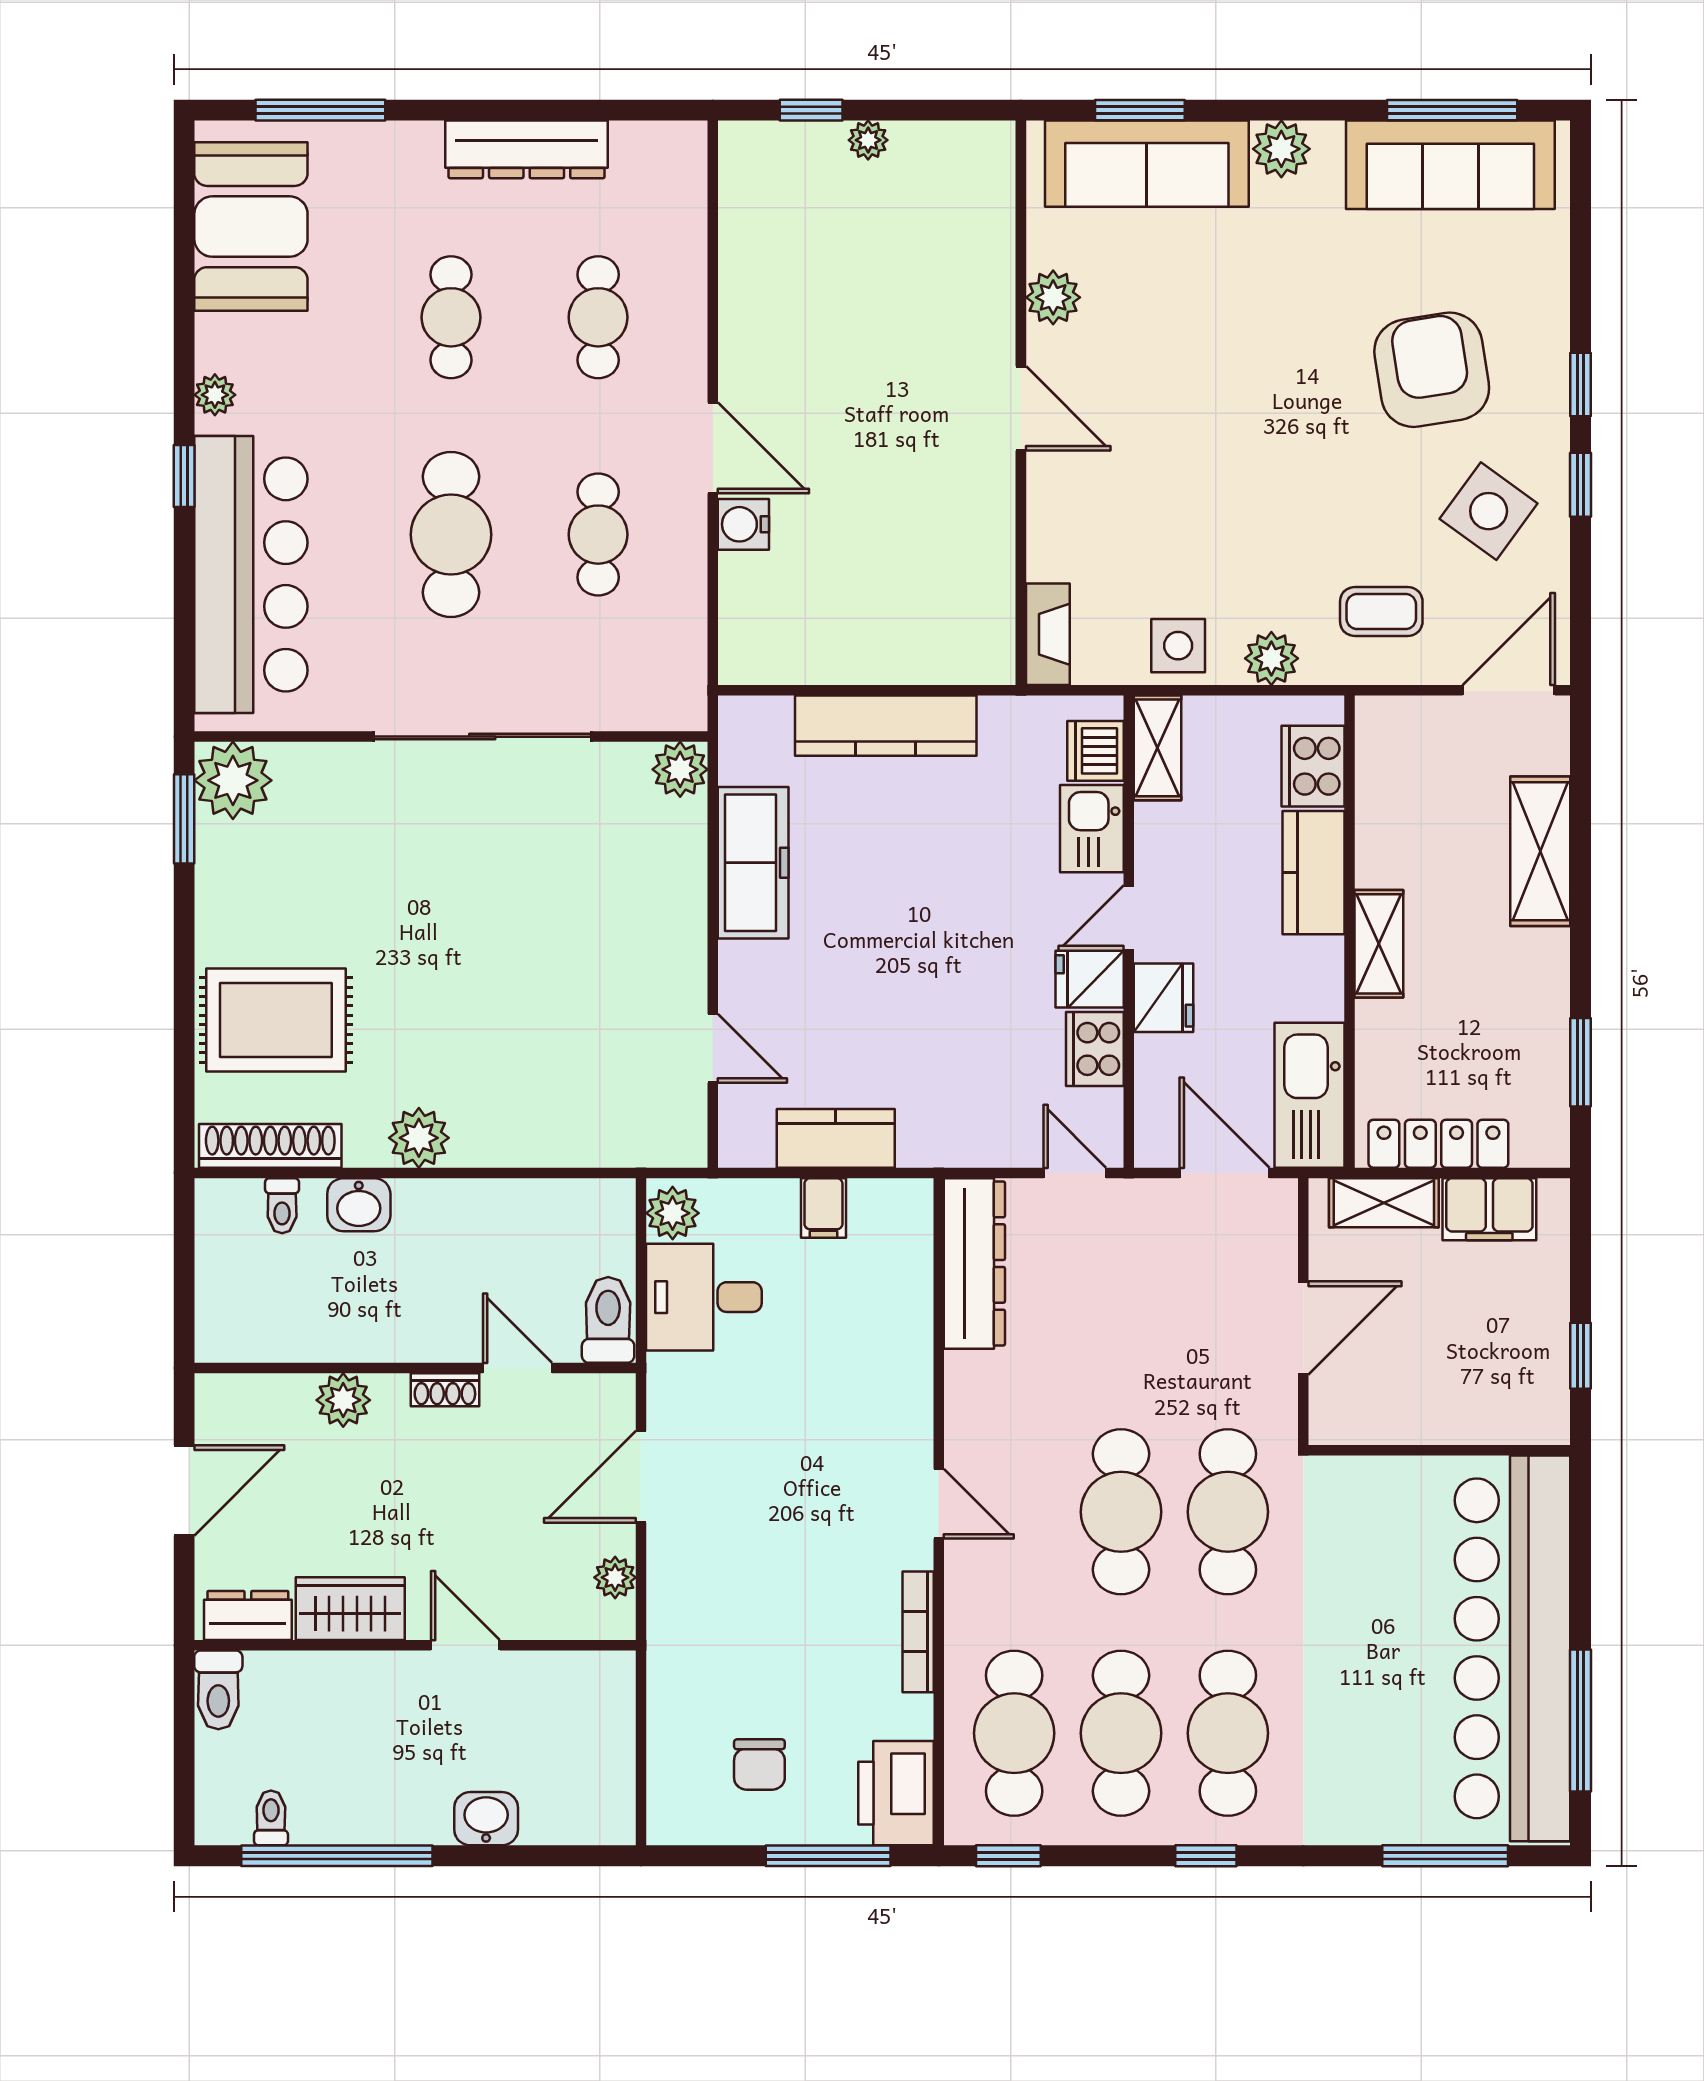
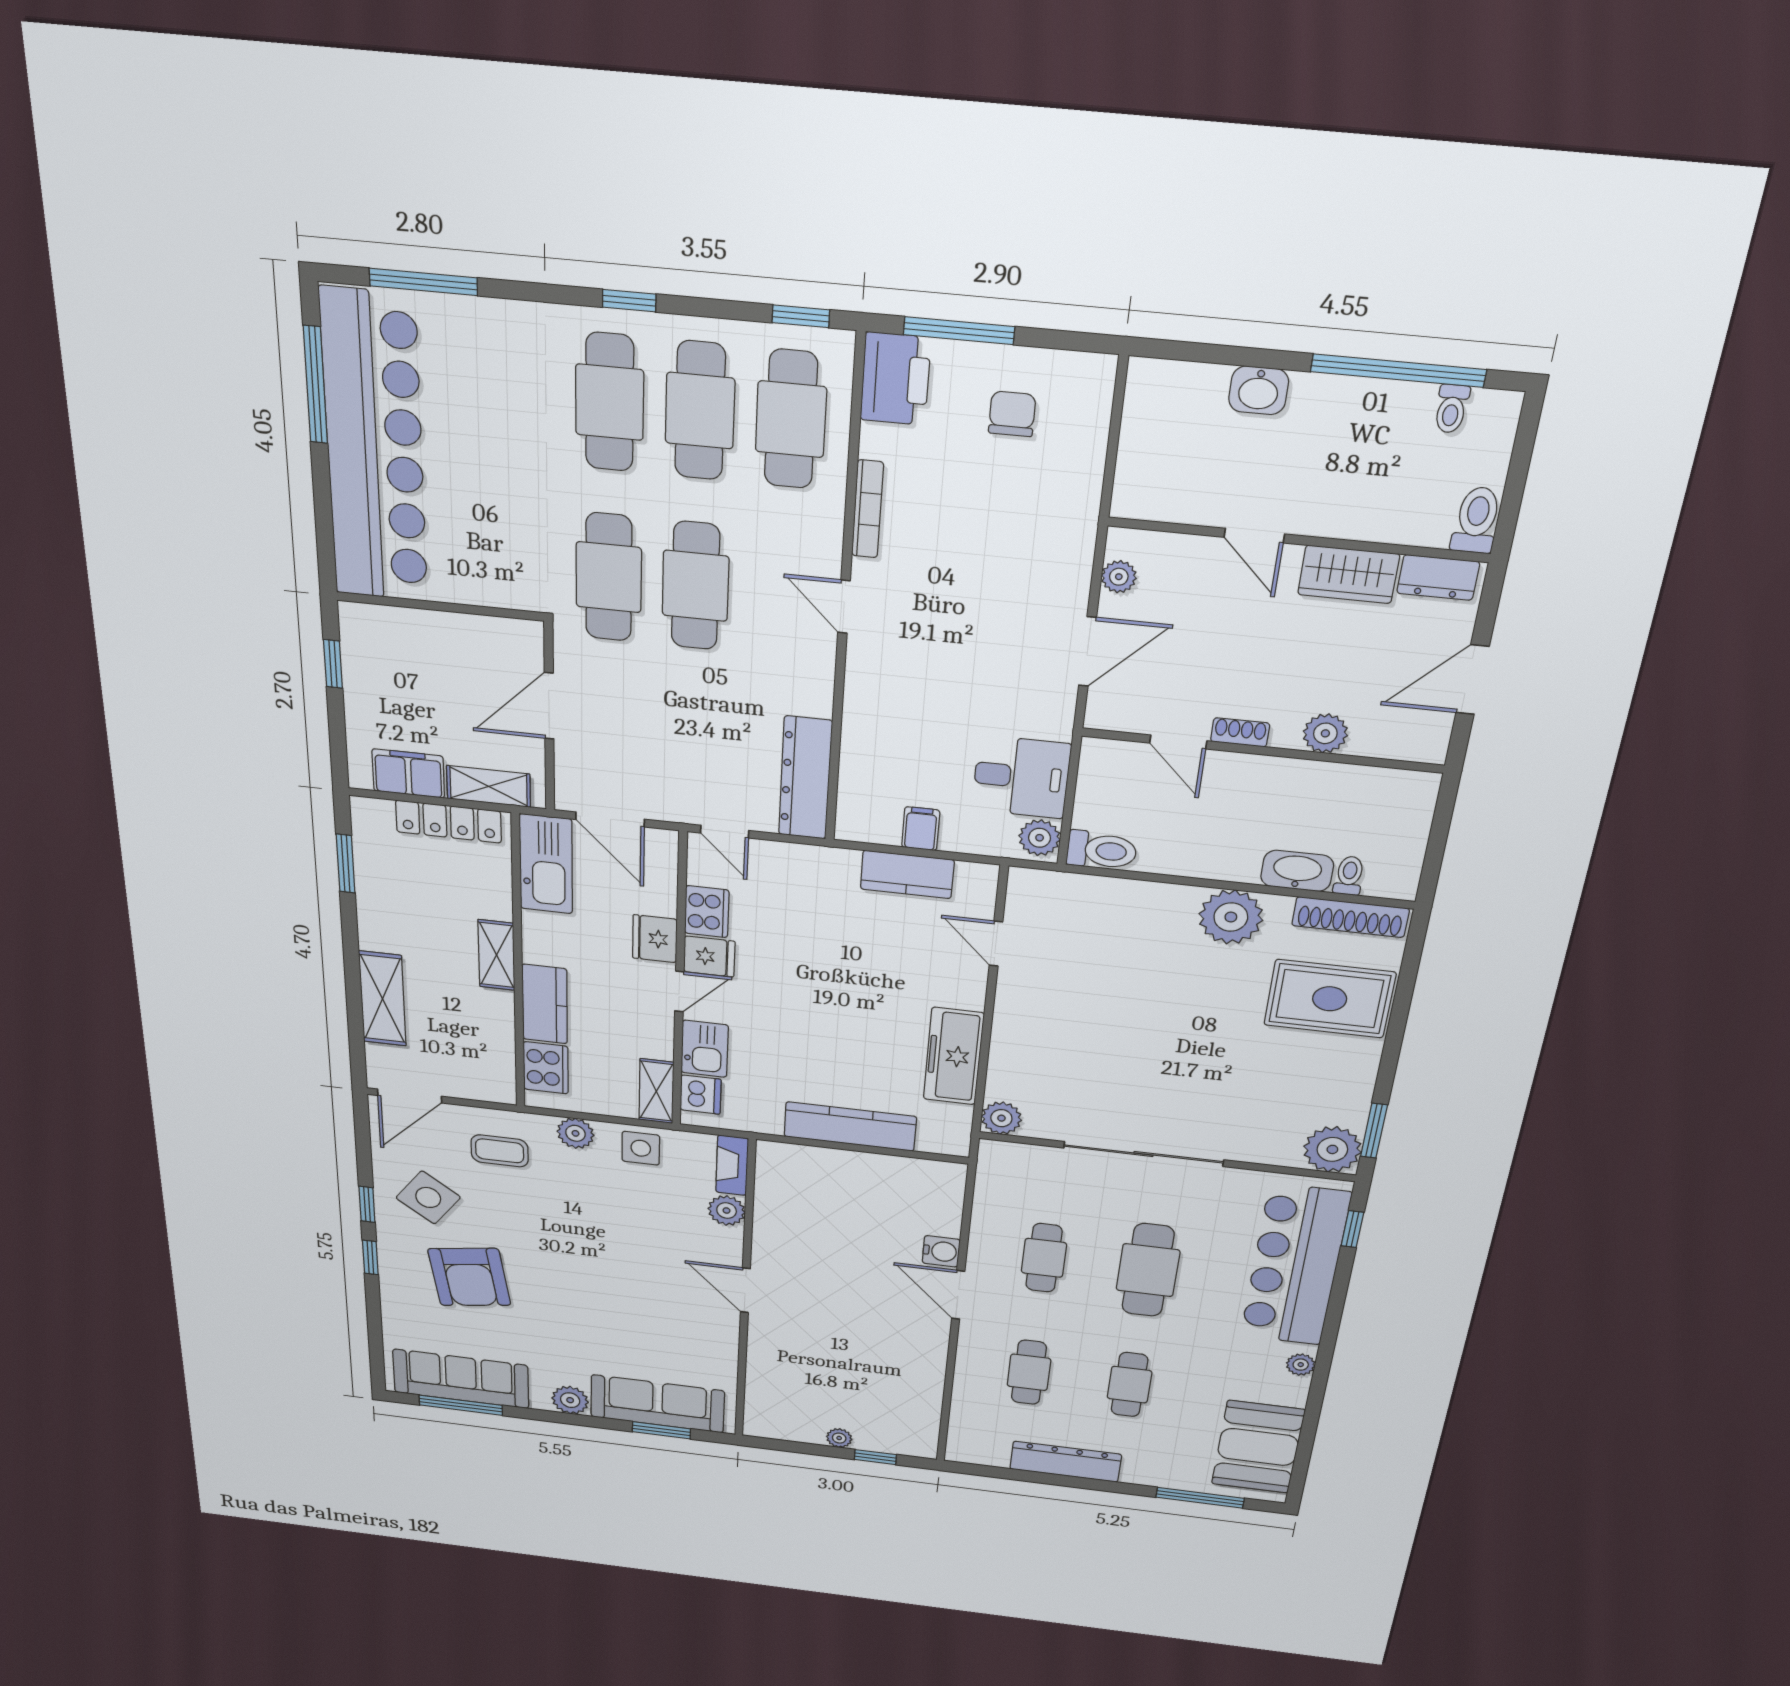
plant: (1053, 297) -> (727, 1211), moved
window: (184, 476) -> (1352, 1229), moved
plant: (419, 1138) -> (1231, 917), width x1.36, depth x1.36
washbasin: (359, 1205) -> (1297, 871), width x1.38
toilet: (608, 1320) -> (1102, 850), moved, turned -90

